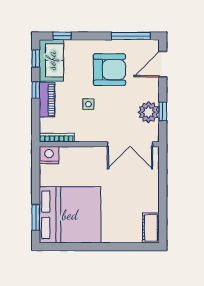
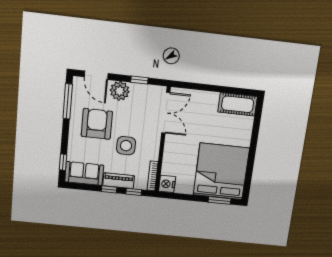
window: (36, 58) -> (134, 192), moved
side table: (88, 104) -> (126, 146), width x1.87, depth x1.87
plant: (149, 112) -> (120, 91), moved
cot: (151, 228) -> (238, 104), width x1.37, depth x1.34

